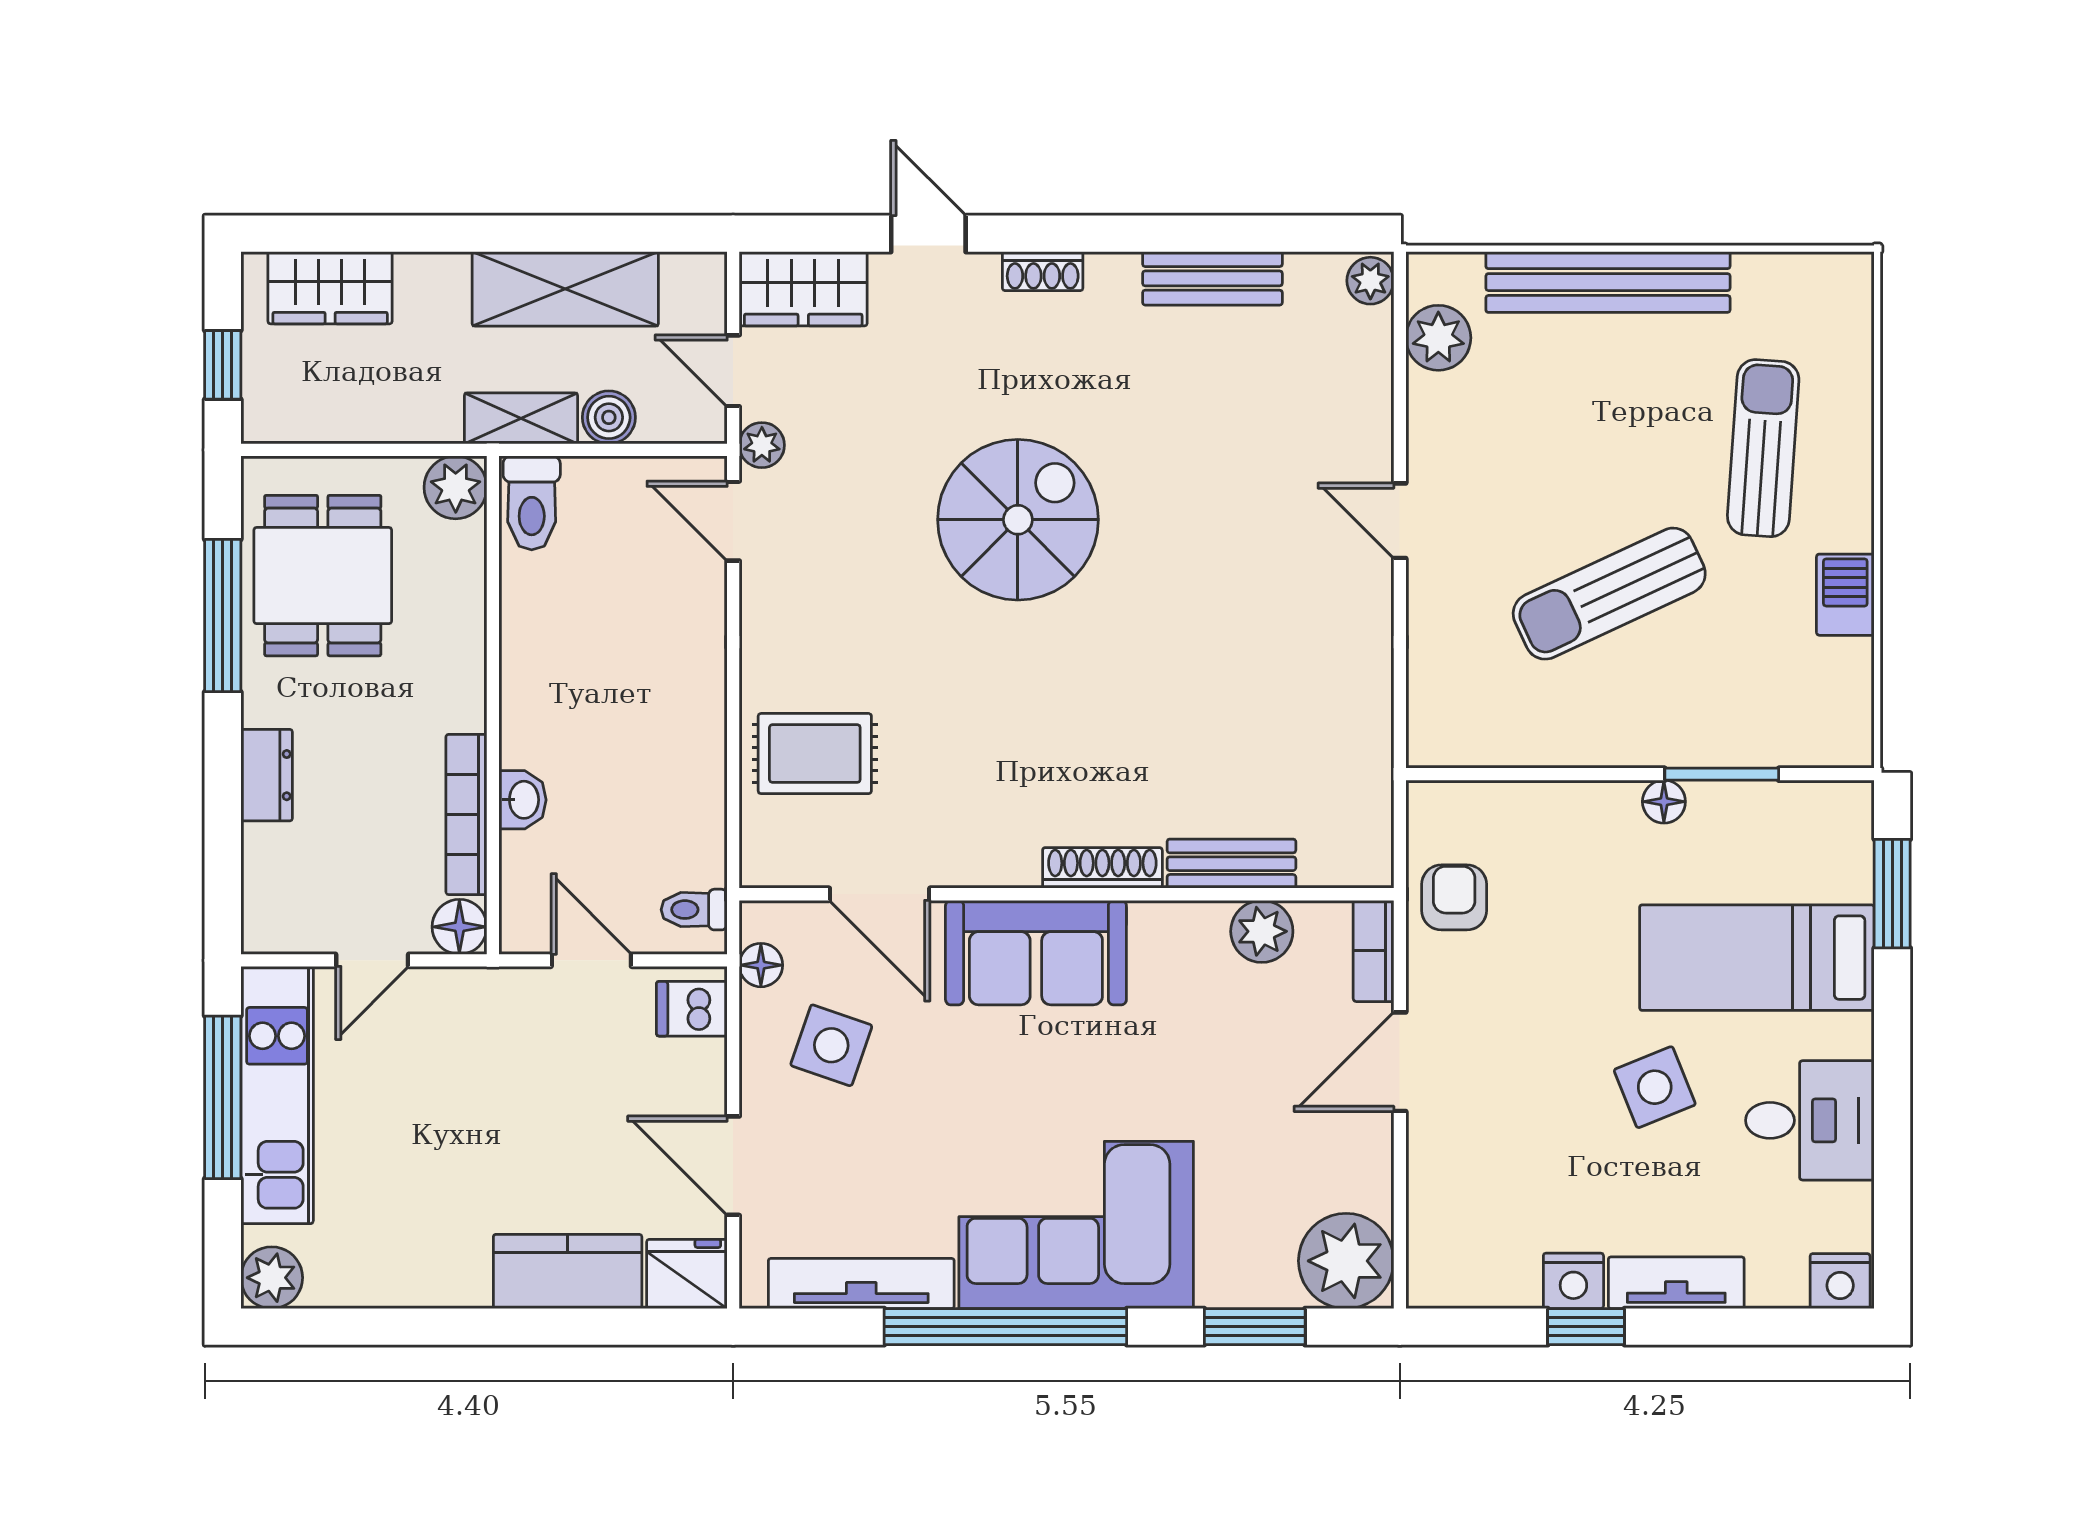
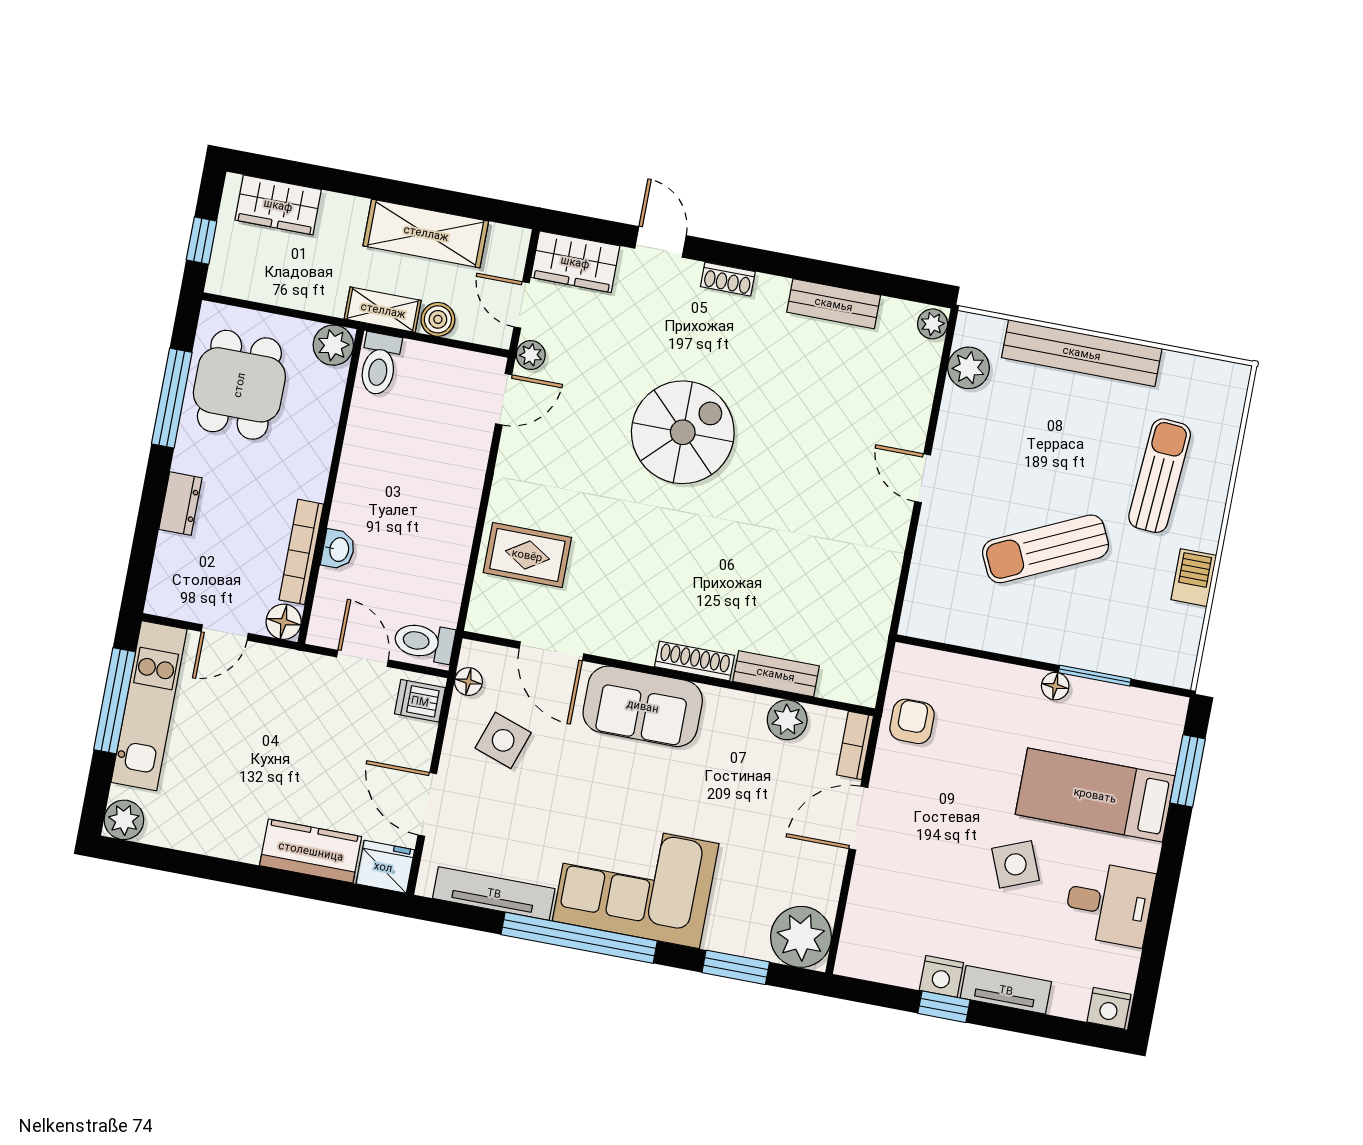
door: (733, 521) -> (504, 399), swing flipped
toilet: (694, 910) -> (424, 642), width x1.37, depth x1.39

